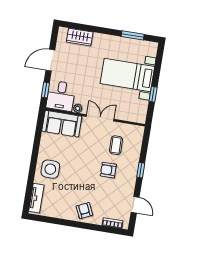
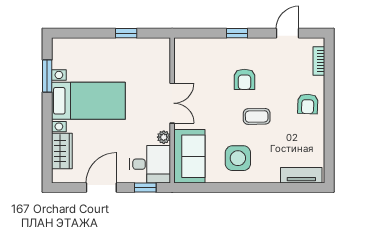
door: (50, 60) -> (101, 187), swing flipped
bed with nightstands: (127, 75) -> (88, 101), moved, turned -90
double door: (100, 118) -> (172, 103), swing flipped
coffee table: (116, 145) -> (257, 116), moved
side table: (50, 169) -> (238, 158), moved
armchair: (84, 211) -> (308, 104), turned -63

